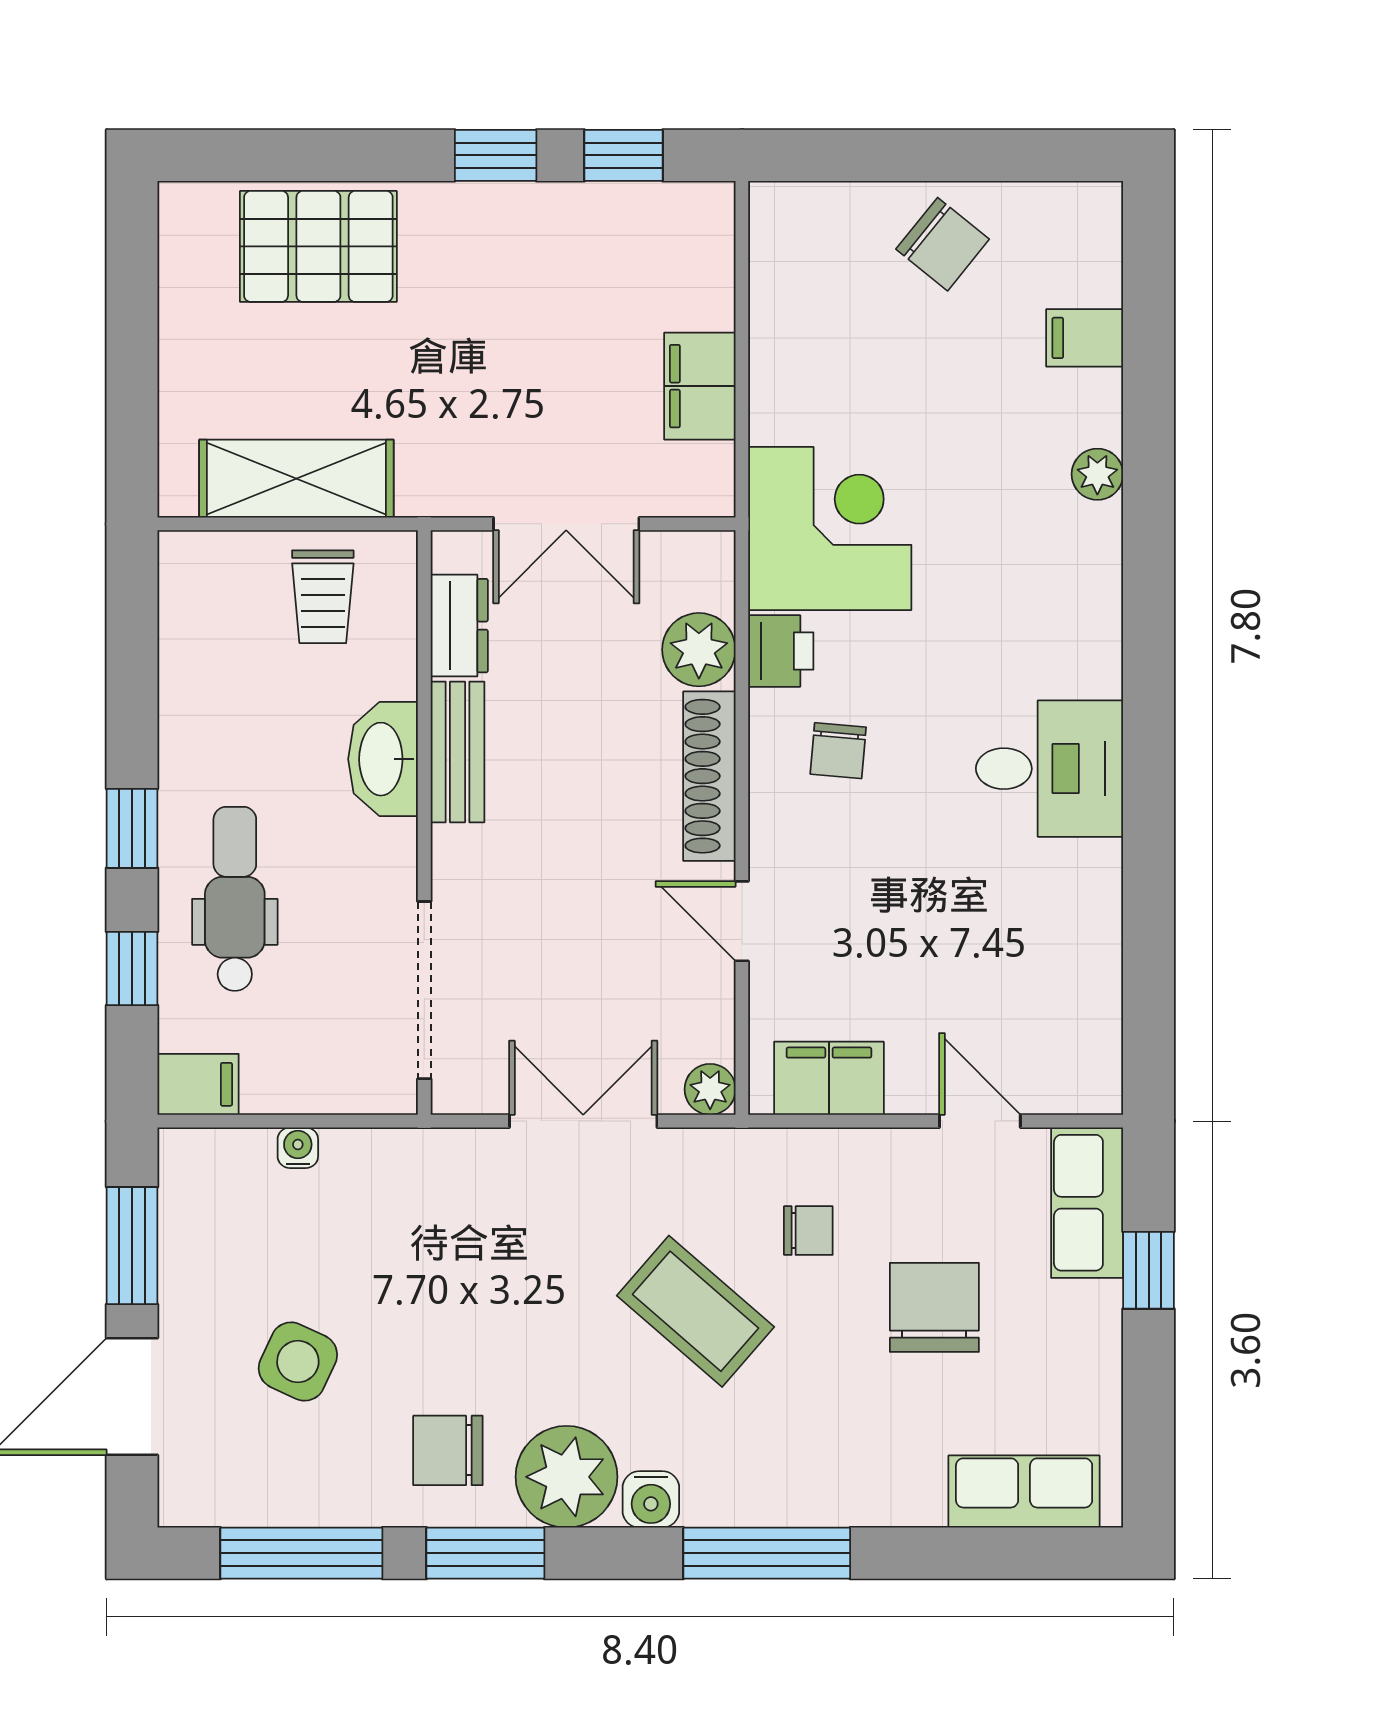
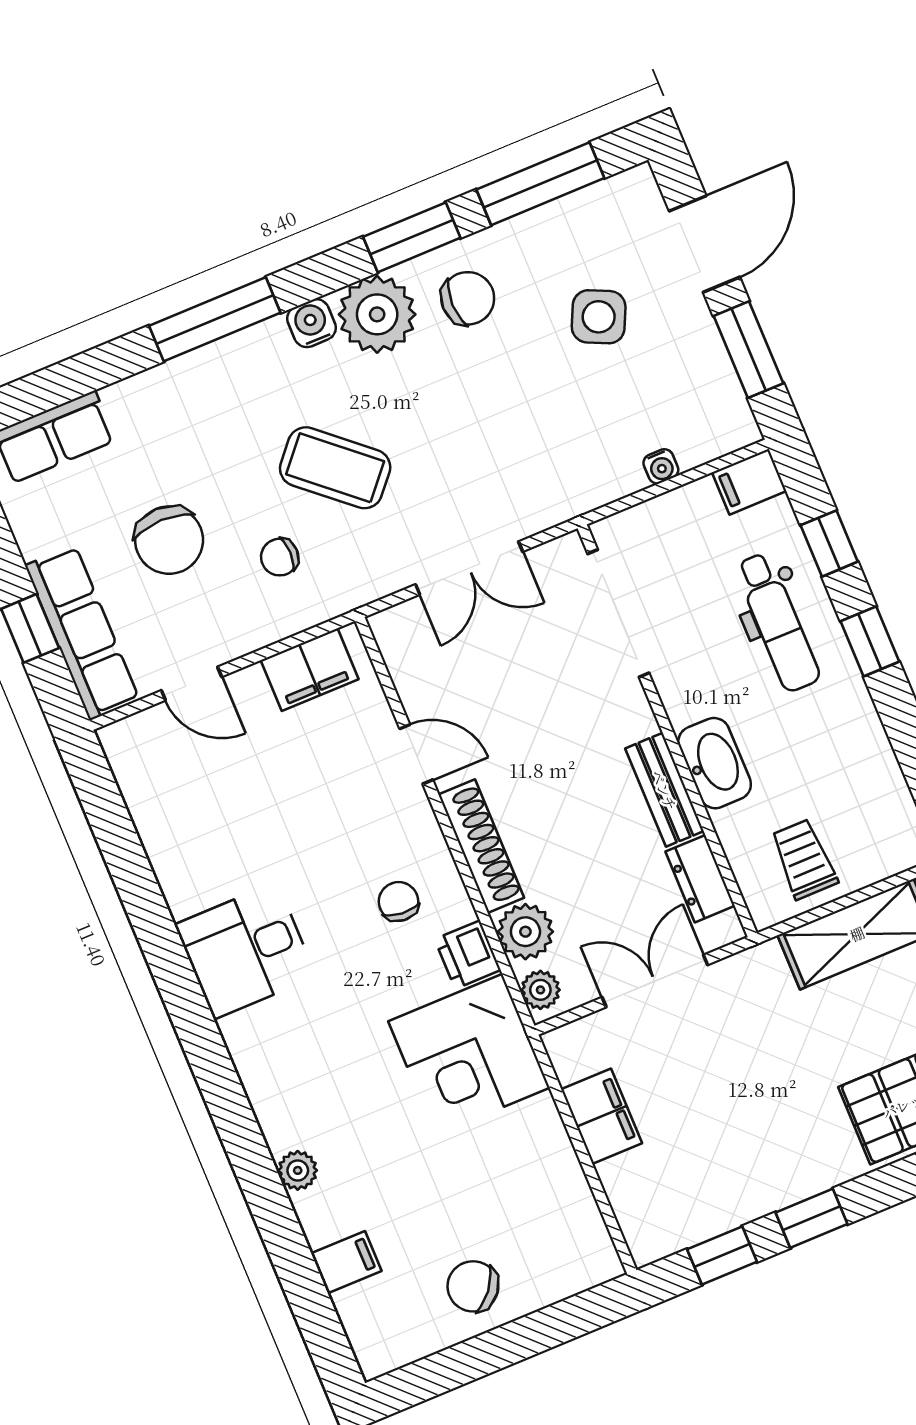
plant: (710, 1089) -> (540, 990), moved
row of seats: (1087, 1203) -> (82, 633), width x1.48

